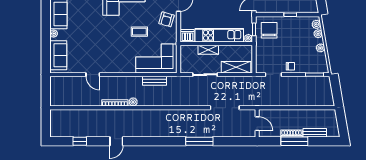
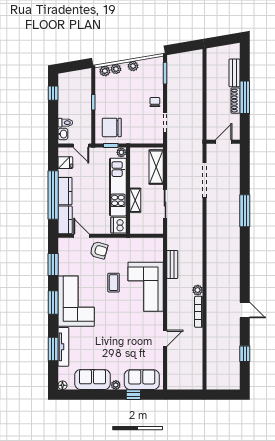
window: (46, 48) -> (133, 395), added
corner sofa: (156, 58) -> (146, 287), moved

